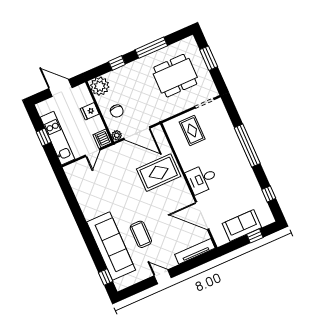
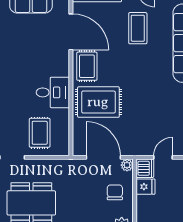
fridge: (90, 111) -> (145, 187), moved
desk: (202, 179) -> (53, 92), moved
rug: (179, 195) -> (87, 66), added
coffee table: (141, 234) -> (138, 28), moved

